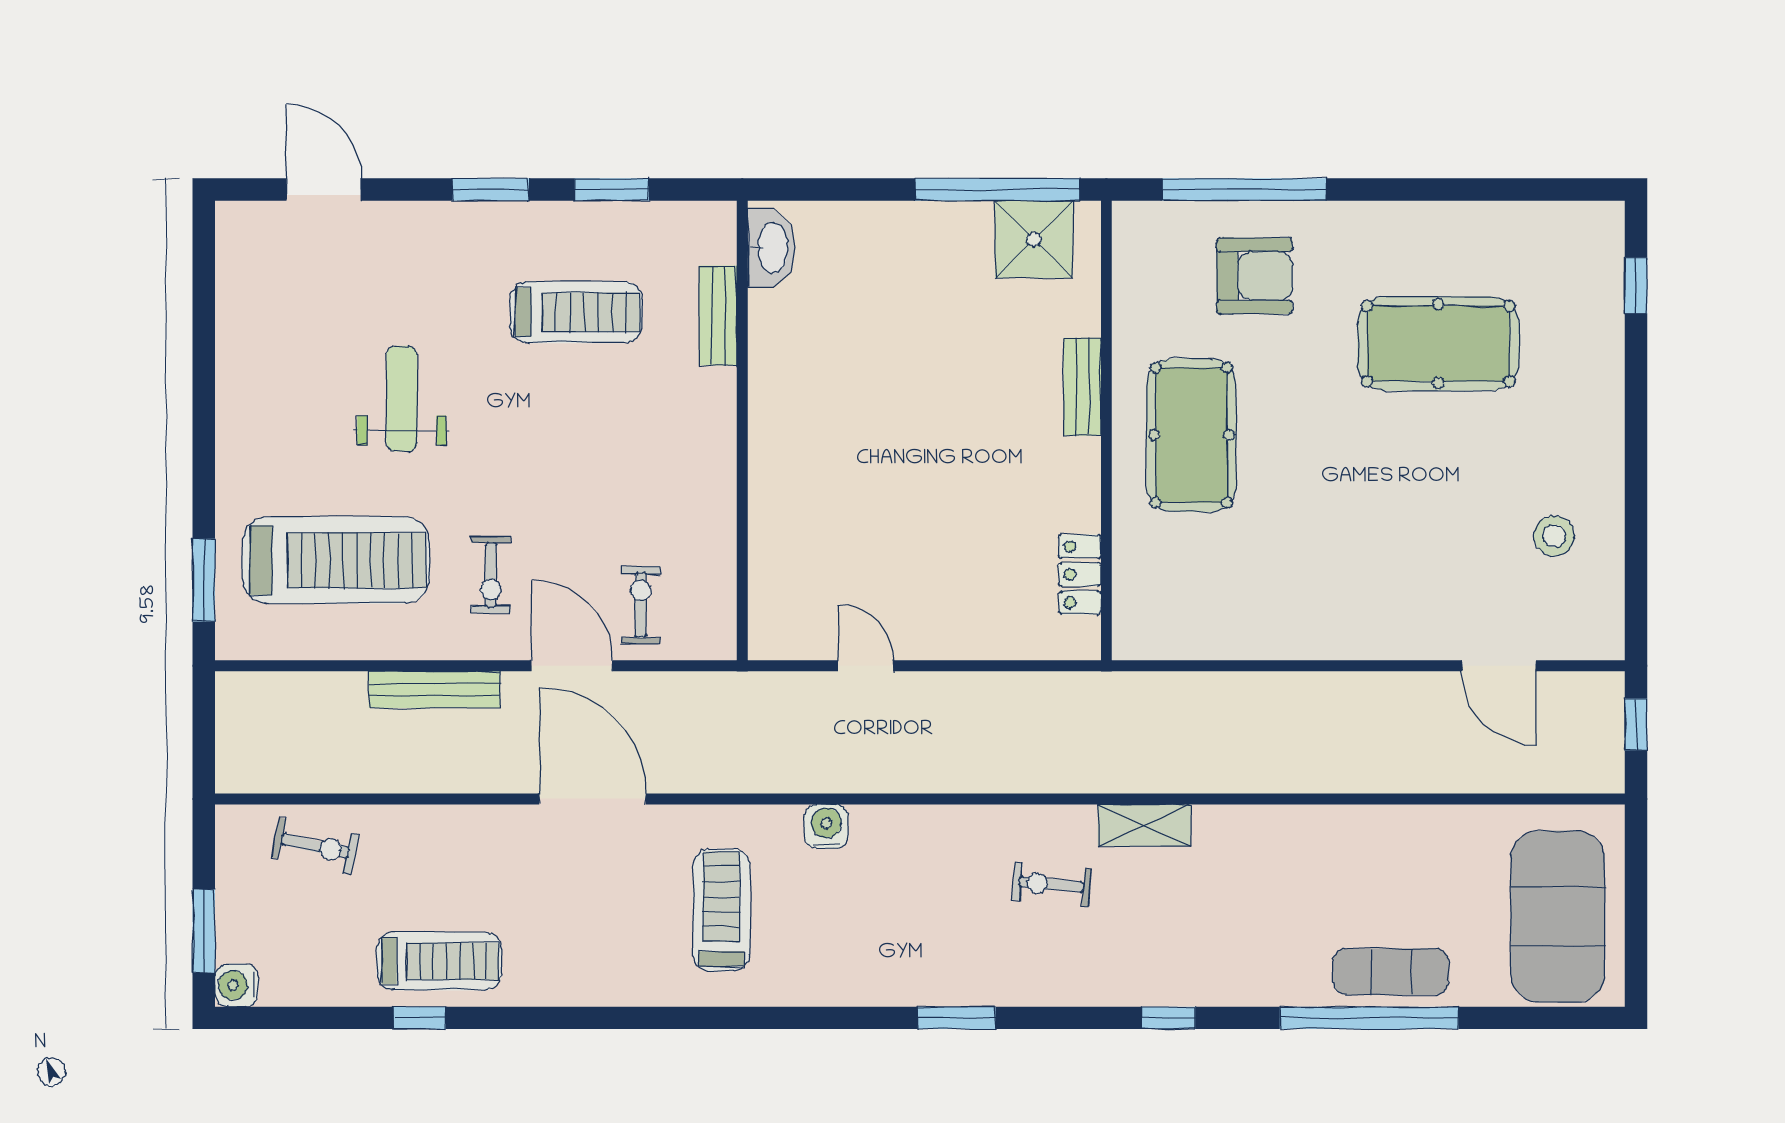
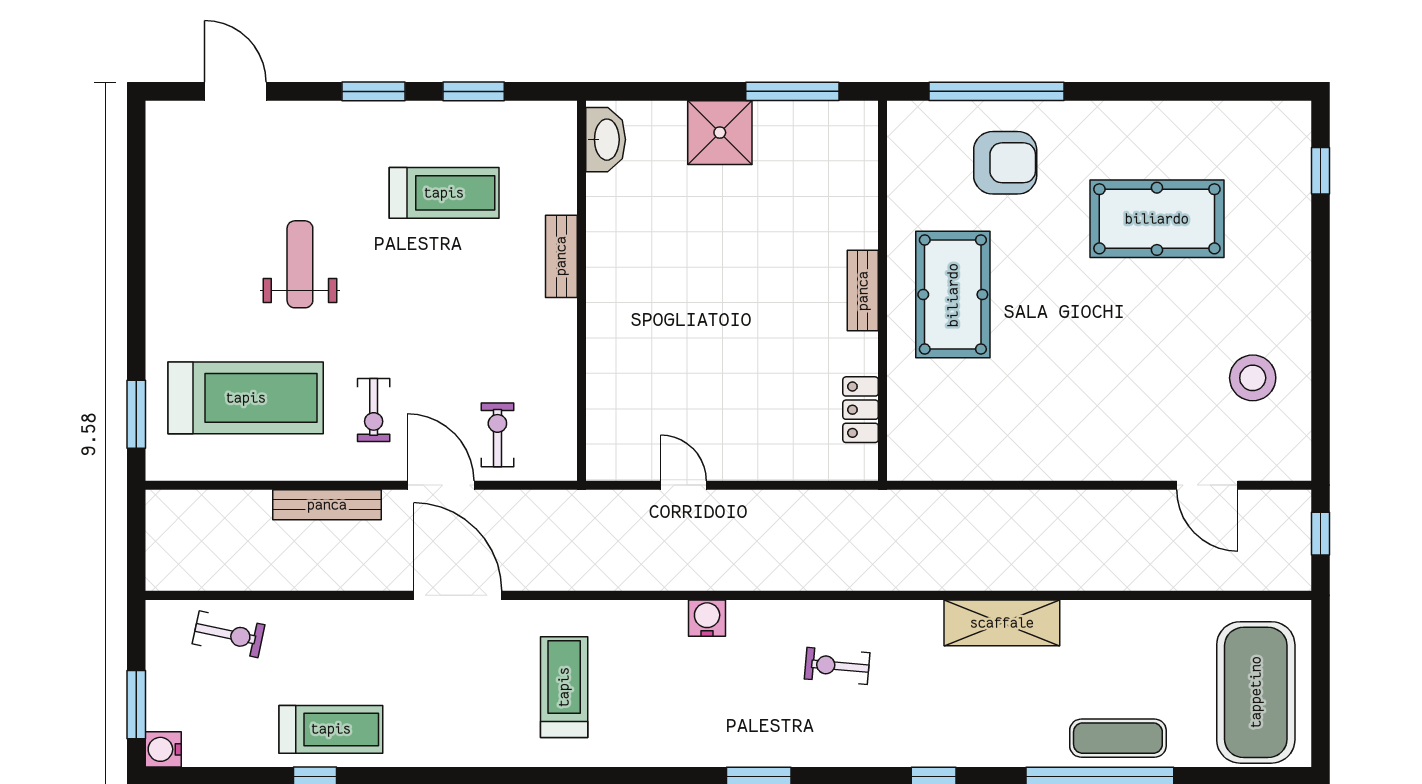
window: (997, 189) -> (792, 91), width x0.68
shower: (1034, 239) -> (720, 133), moved
bench: (718, 316) -> (561, 256), moved
bench: (1082, 387) -> (863, 291), moved
stool: (1554, 536) -> (1253, 378), width x1.38, depth x1.38
shelving: (1144, 825) -> (1002, 623), moved, width x1.50, depth x1.33
water cooler: (826, 827) -> (707, 618), moved

